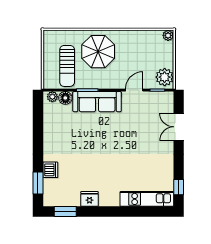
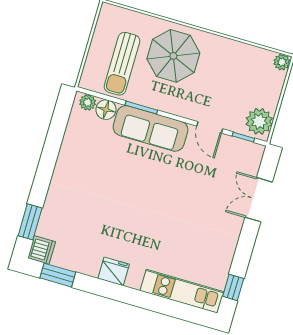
door: (134, 90) -> (210, 127), swing flipped
dishwasher: (50, 170) -> (42, 250), moved
fridge: (89, 199) -> (114, 271), moved

